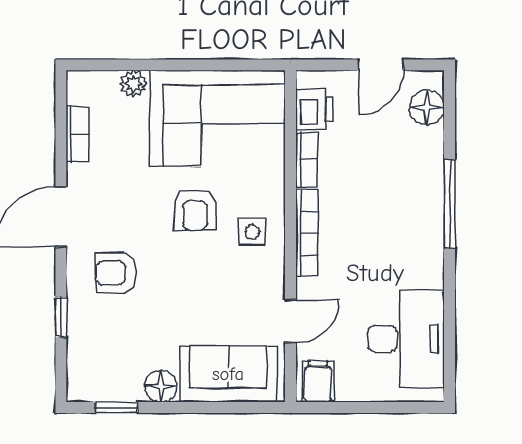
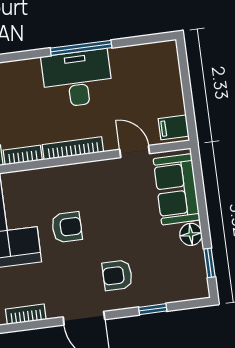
window: (450, 204) -> (81, 48), moved
side table: (252, 232) -> (77, 186), removed
armchair: (116, 273) -> (117, 275), turned 90
desk: (406, 339) -> (77, 79), moved

